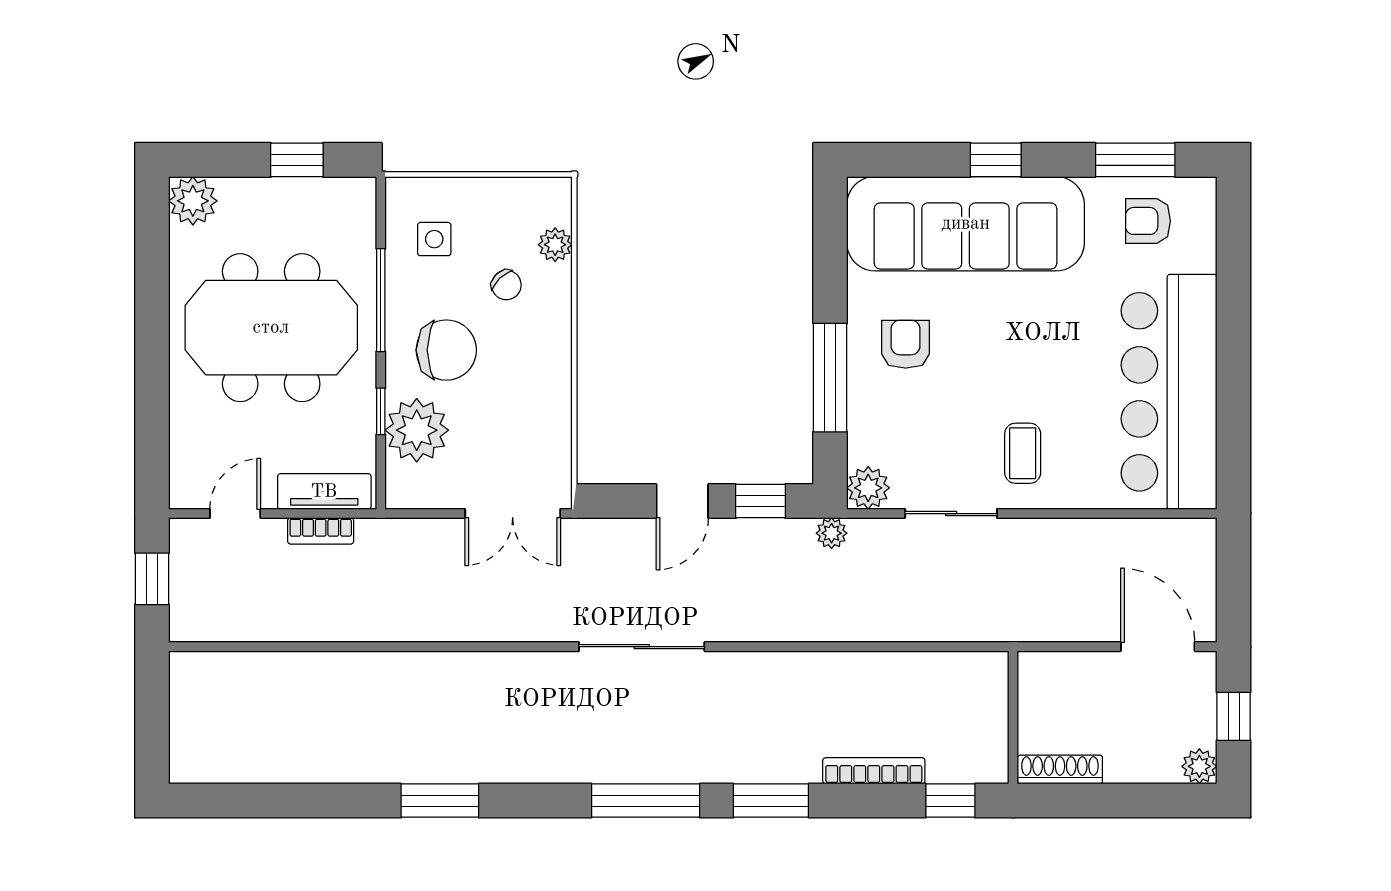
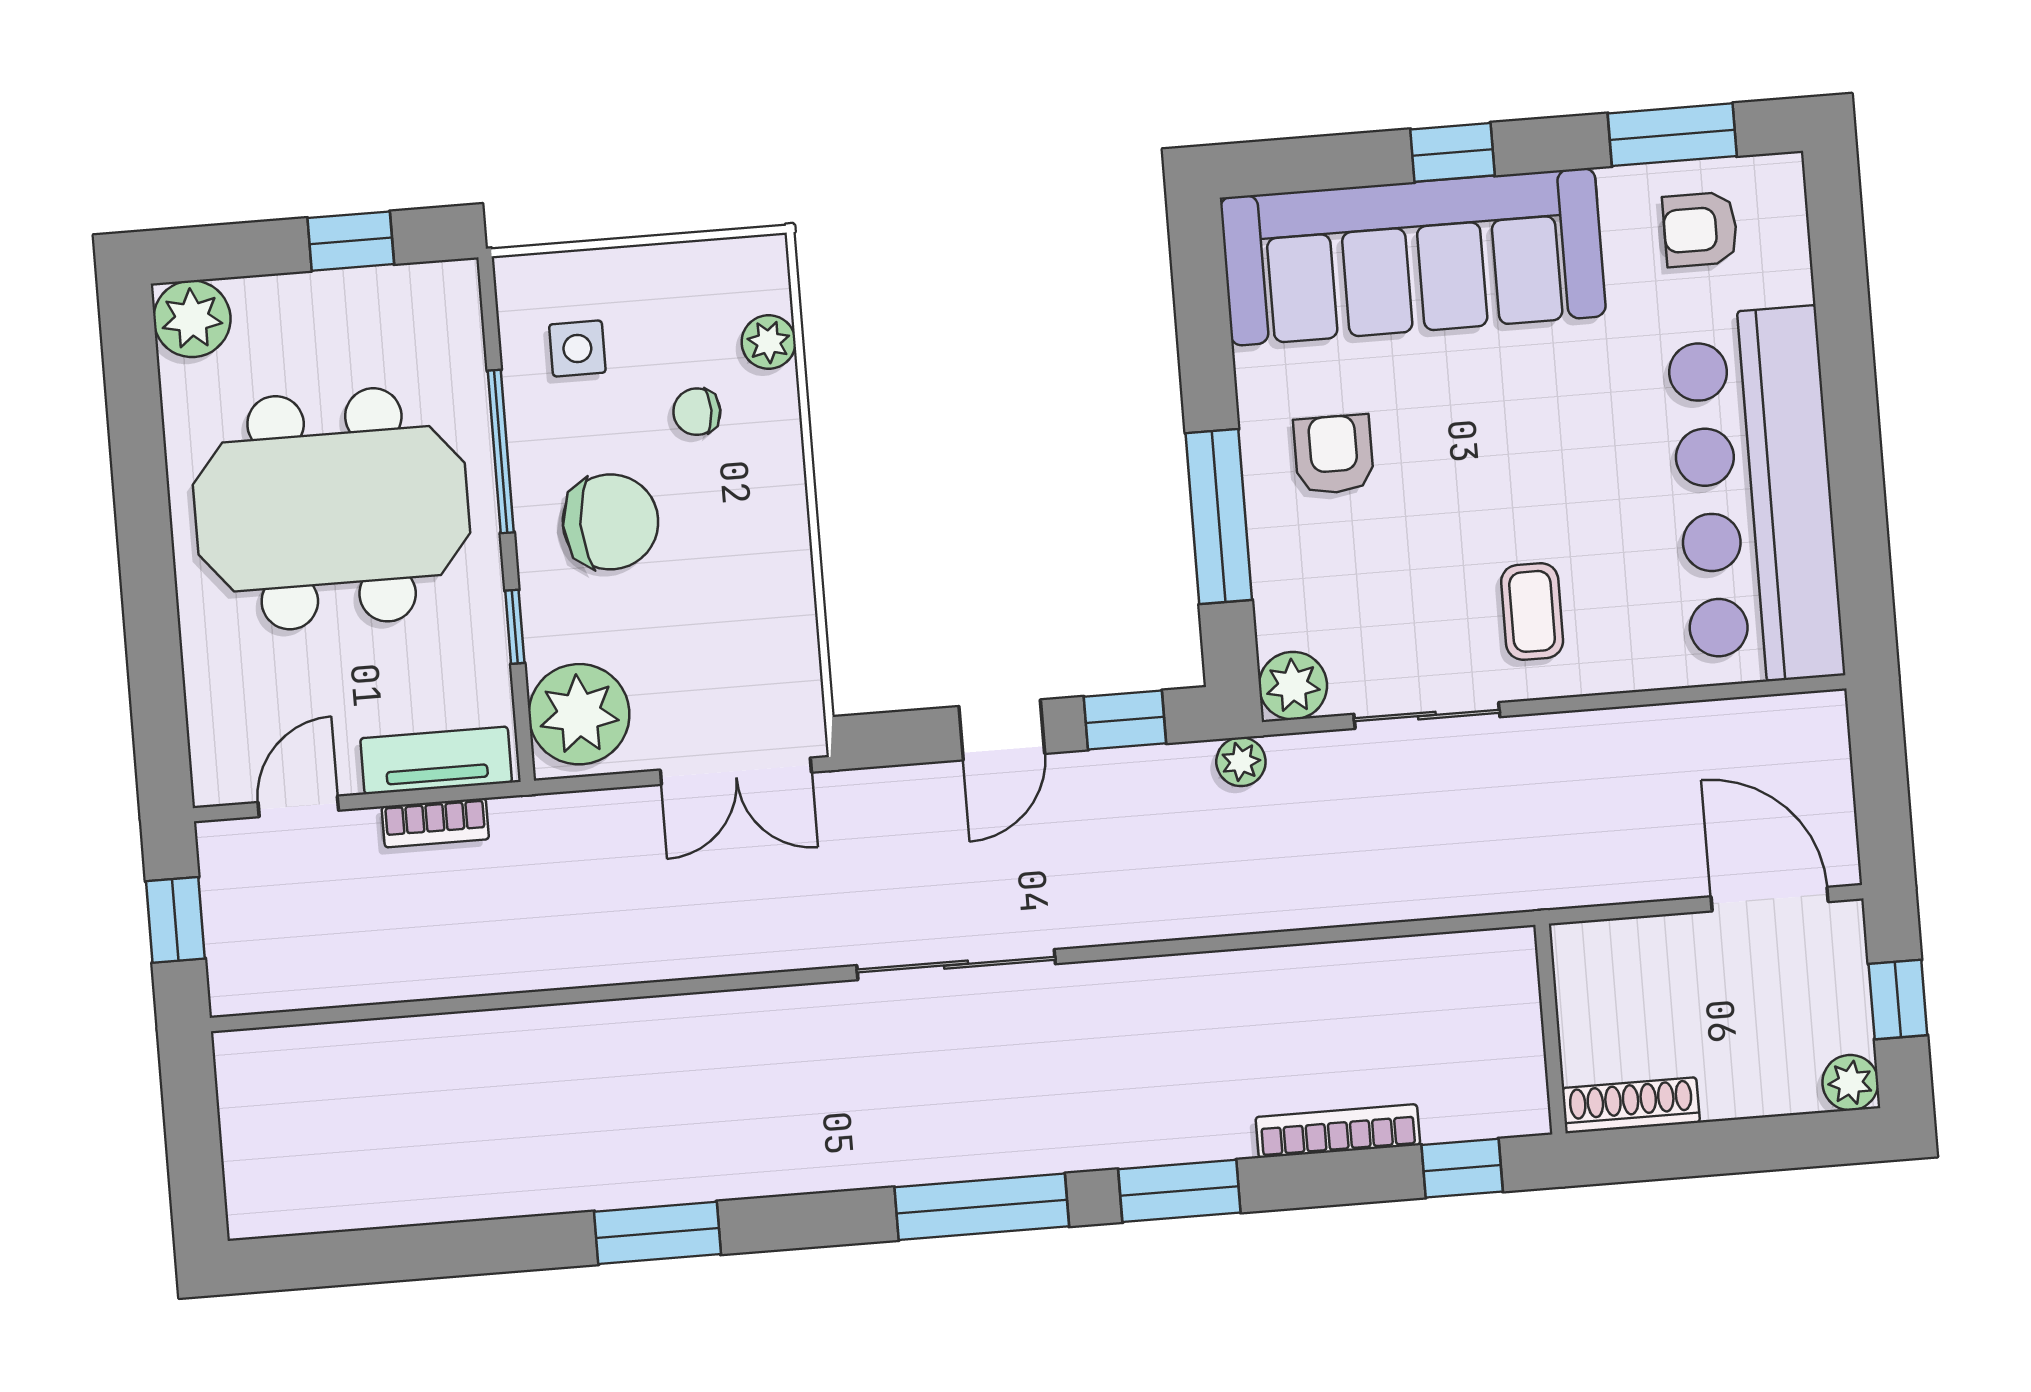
chair: (506, 285) -> (697, 412), turned 134
plant: (417, 430) -> (579, 714), moved

